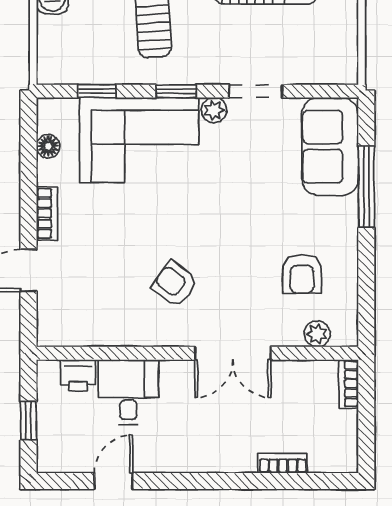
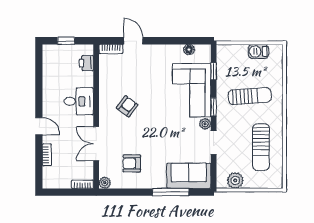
plant: (340, 43) -> (235, 180), added
bookcase: (47, 213) -> (111, 49), moved
plant: (317, 334) -> (105, 183), moved
double door: (233, 353) -> (96, 144), moved
desk: (128, 392) -> (79, 101), moved
door: (113, 481) -> (39, 126), moved

